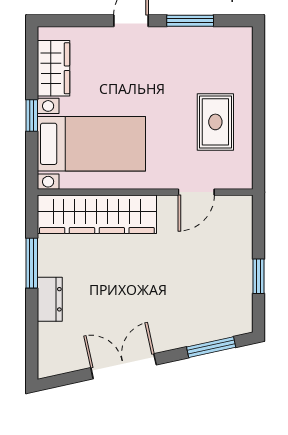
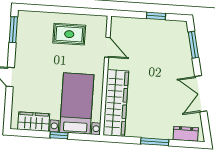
window: (190, 21) -> (13, 30), moved
window: (32, 263) -> (155, 142), moved
dresser: (50, 299) -> (186, 134), moved

